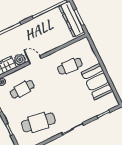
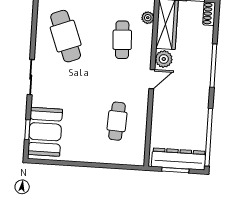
booth: (97, 82) -> (45, 132), moved, turned 90
cafe table: (38, 122) -> (66, 36), turned -30

